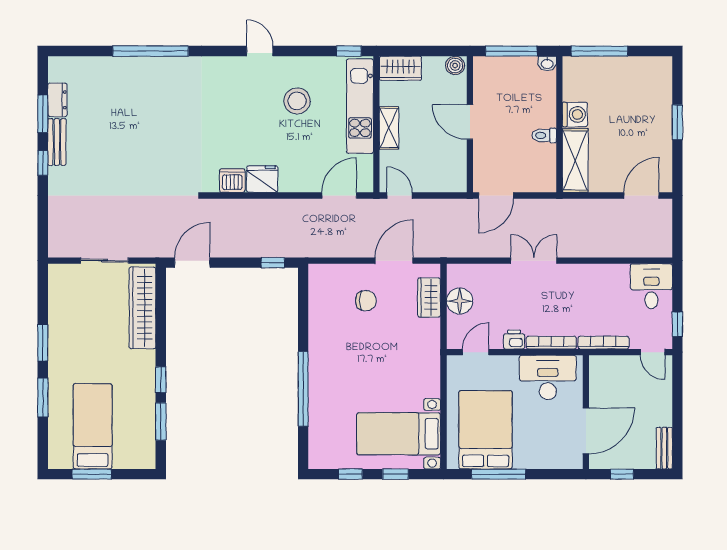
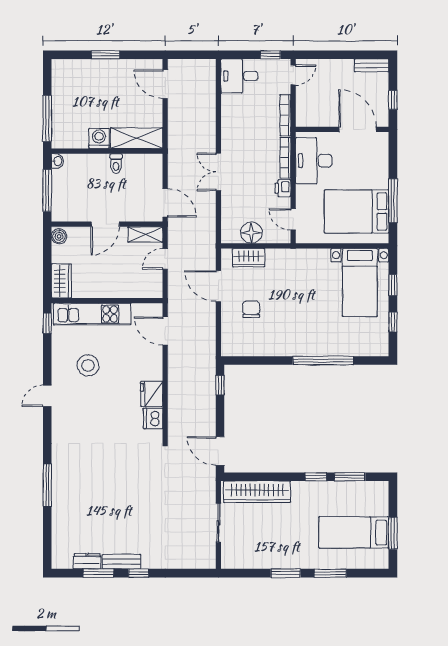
window: (151, 51) -> (47, 485), width x0.68
shelving: (389, 128) -> (145, 235), moved
door: (400, 195) -> (165, 259), moved

